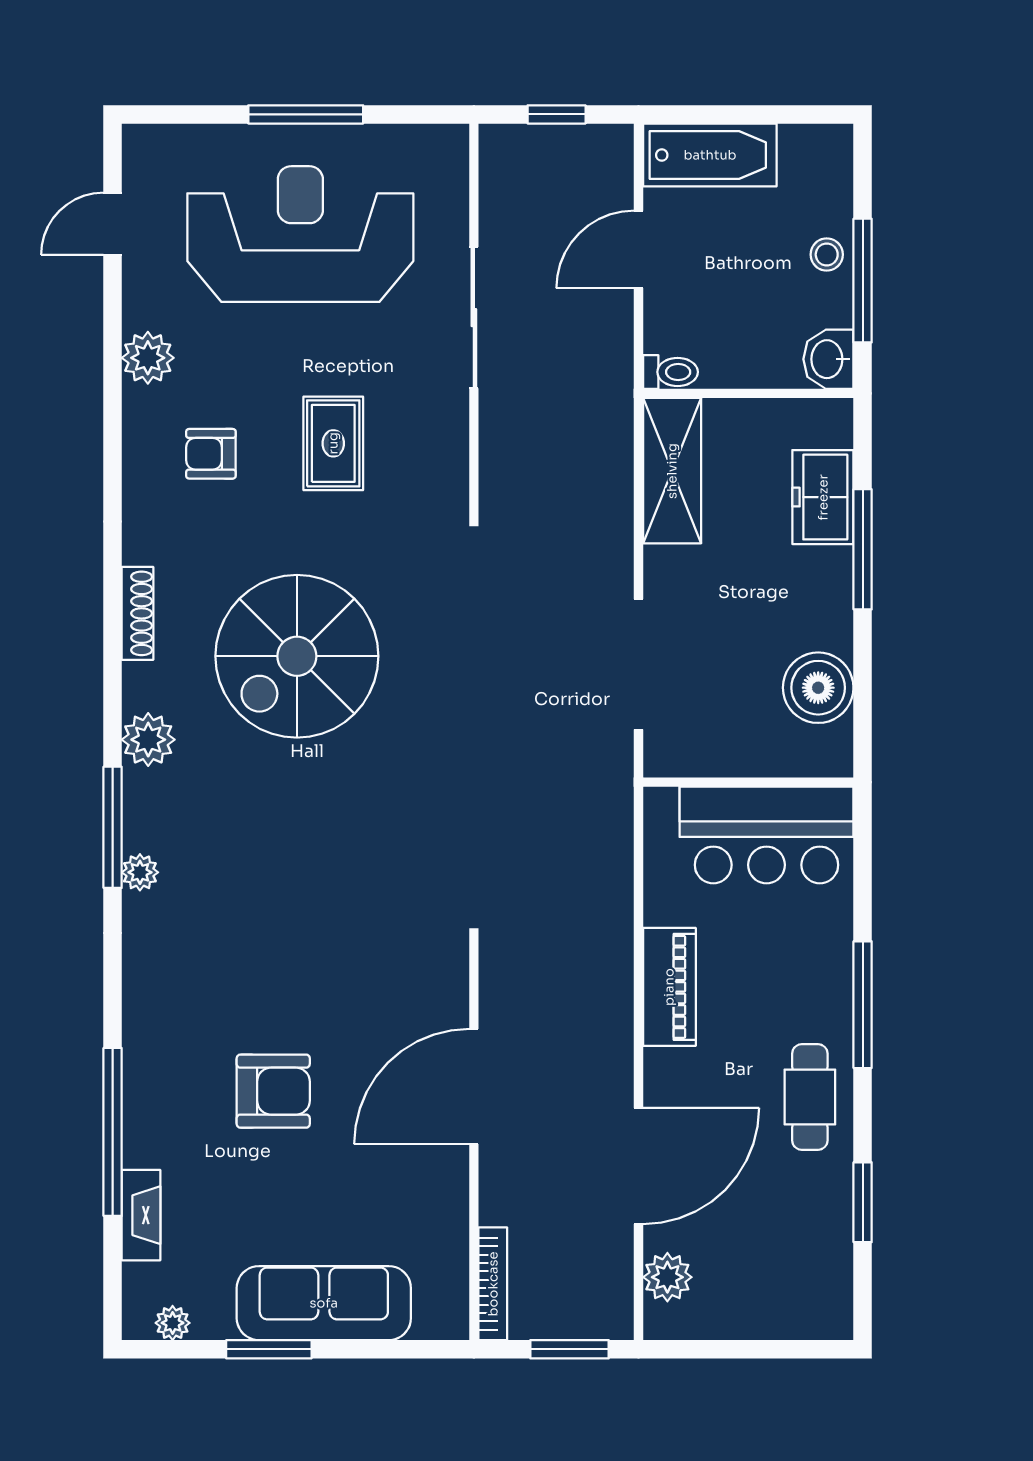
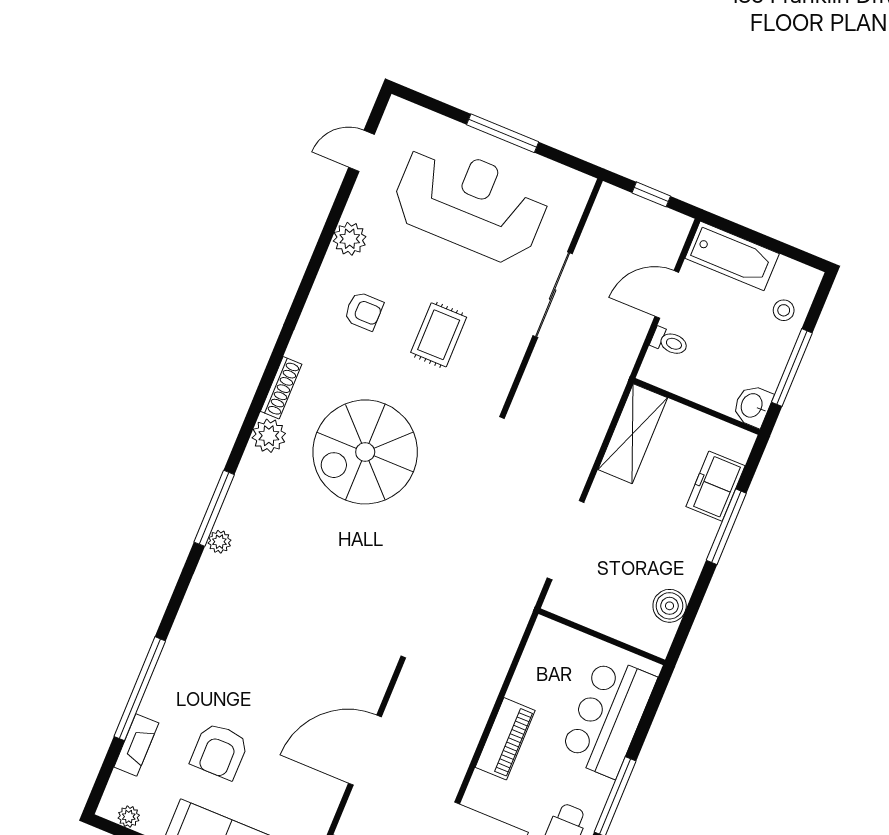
stool: (827, 255) -> (784, 310), moved
toilet: (670, 372) -> (669, 342), moved
armchair: (211, 454) -> (364, 311), turned 180
boiler: (818, 688) -> (670, 606), width x0.73, depth x0.73
plant: (148, 740) -> (269, 436), moved
bar counter: (767, 835) -> (608, 717), moved, turned 90
armchair: (273, 1091) -> (220, 751), moved, turned 90

